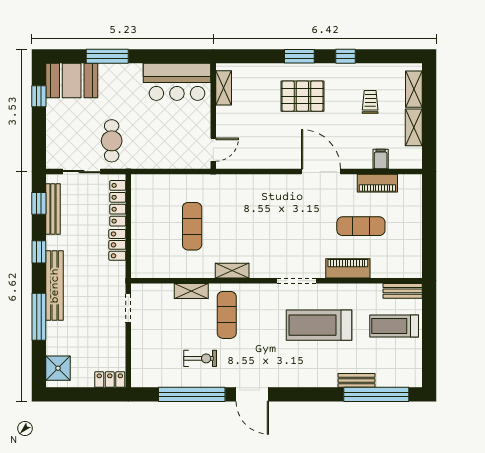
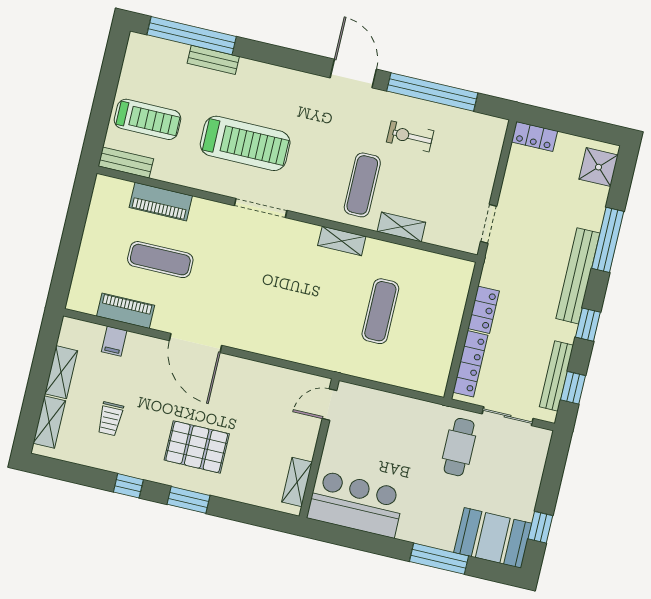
piano: (348, 268) -> (161, 202), moved

